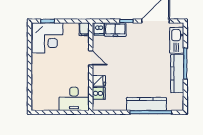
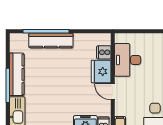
fridge: (99, 81) -> (101, 71), width x1.88, depth x1.34
desk: (74, 99) -> (128, 60), moved, turned -90

